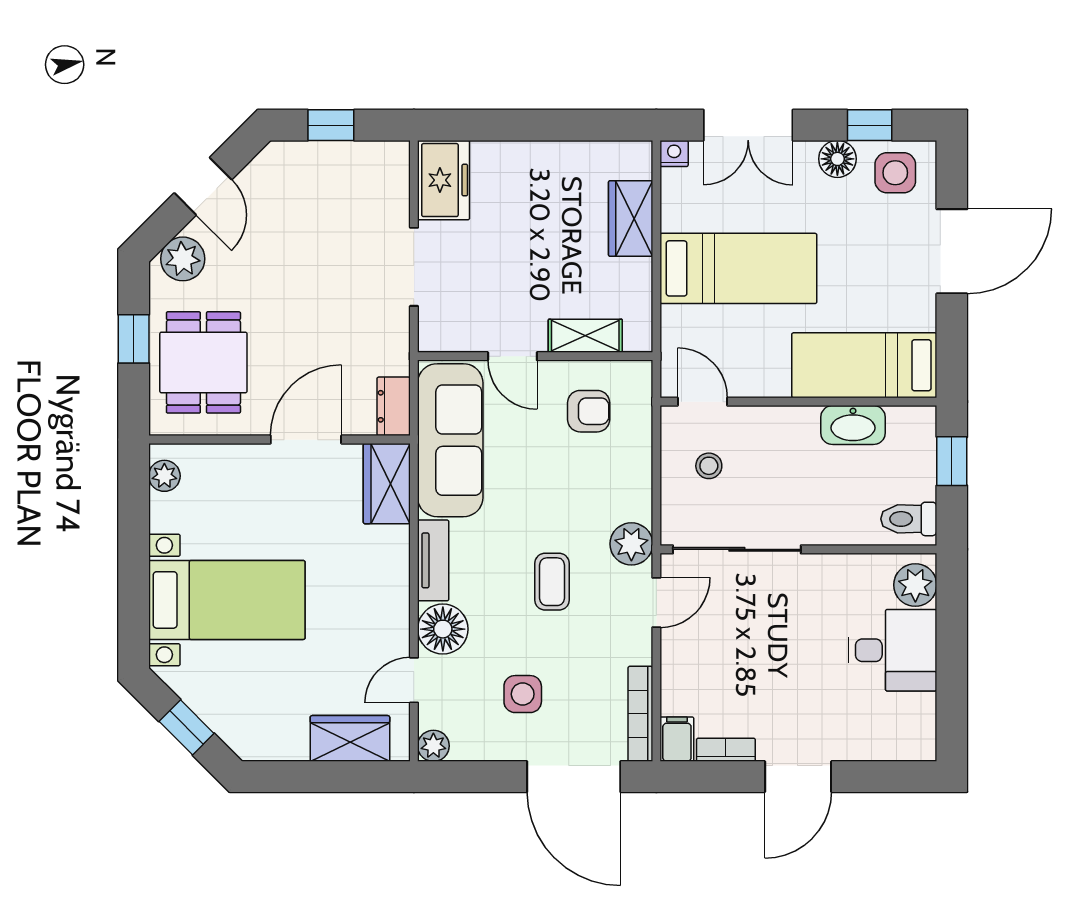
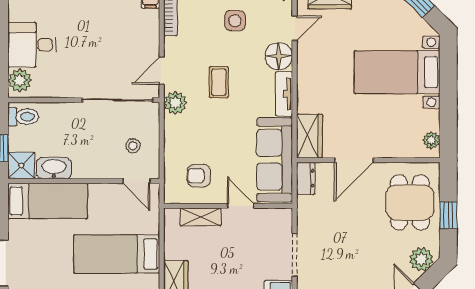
shower: (912, 430) -> (21, 166), added

